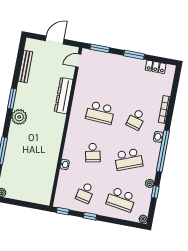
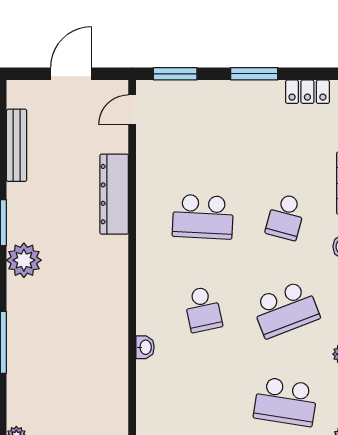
school desk: (85, 193) -> (203, 402), removed

